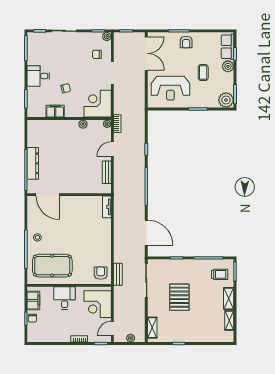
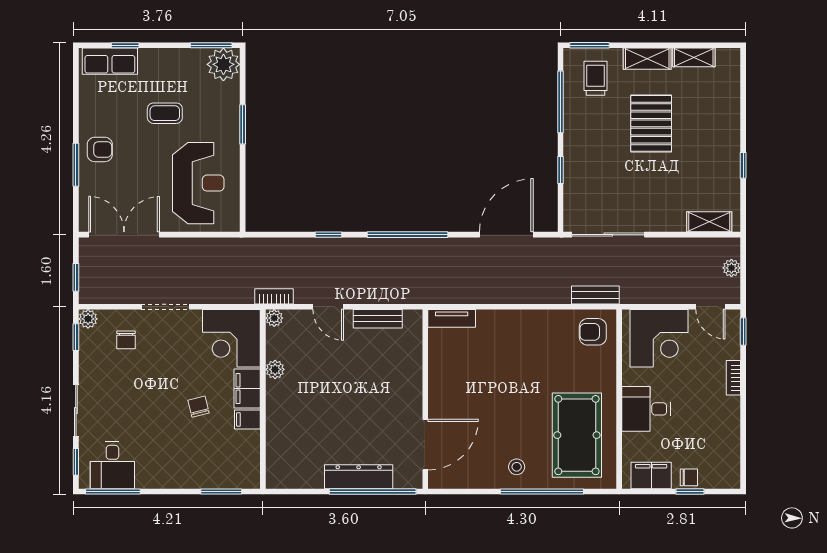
plant: (228, 66) -> (152, 60), removed
desk: (38, 76) -> (112, 465), moved
filing cabinet: (55, 111) -> (247, 419), width x0.50
filing cabinet: (74, 111) -> (247, 388), added
pallet: (179, 297) -> (651, 123), moved, turned 90

